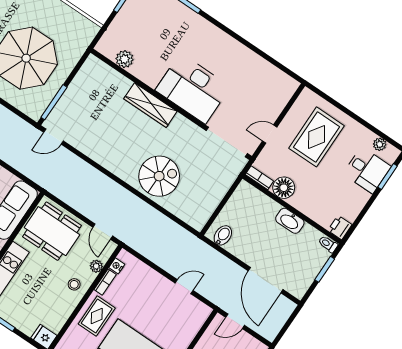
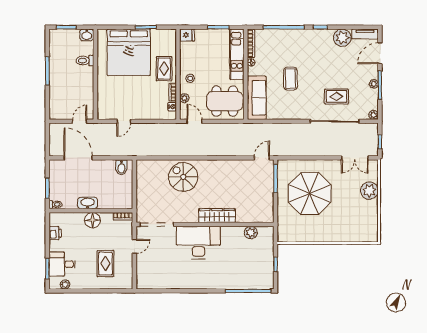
rug: (317, 137) -> (105, 264), width x0.73, depth x0.70
spiral stairs: (159, 176) -> (183, 177), turned 90
floor lamp: (284, 188) -> (92, 220), moved
printer: (340, 227) -> (55, 233), moved

